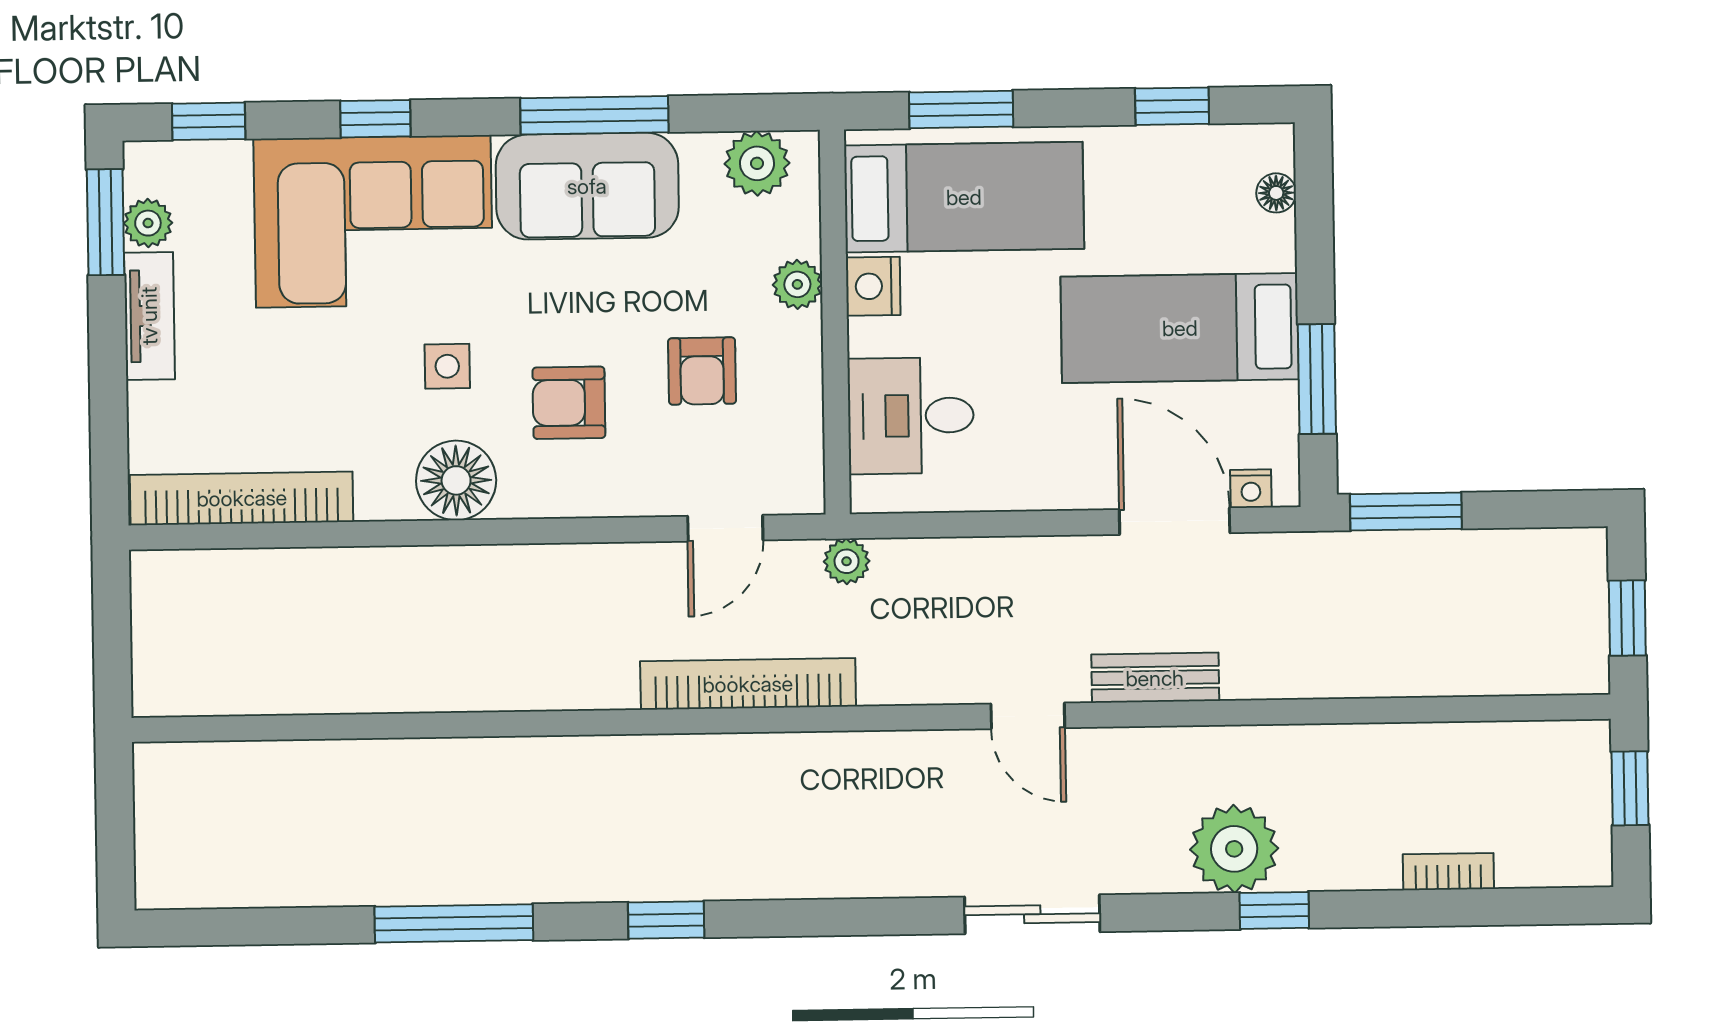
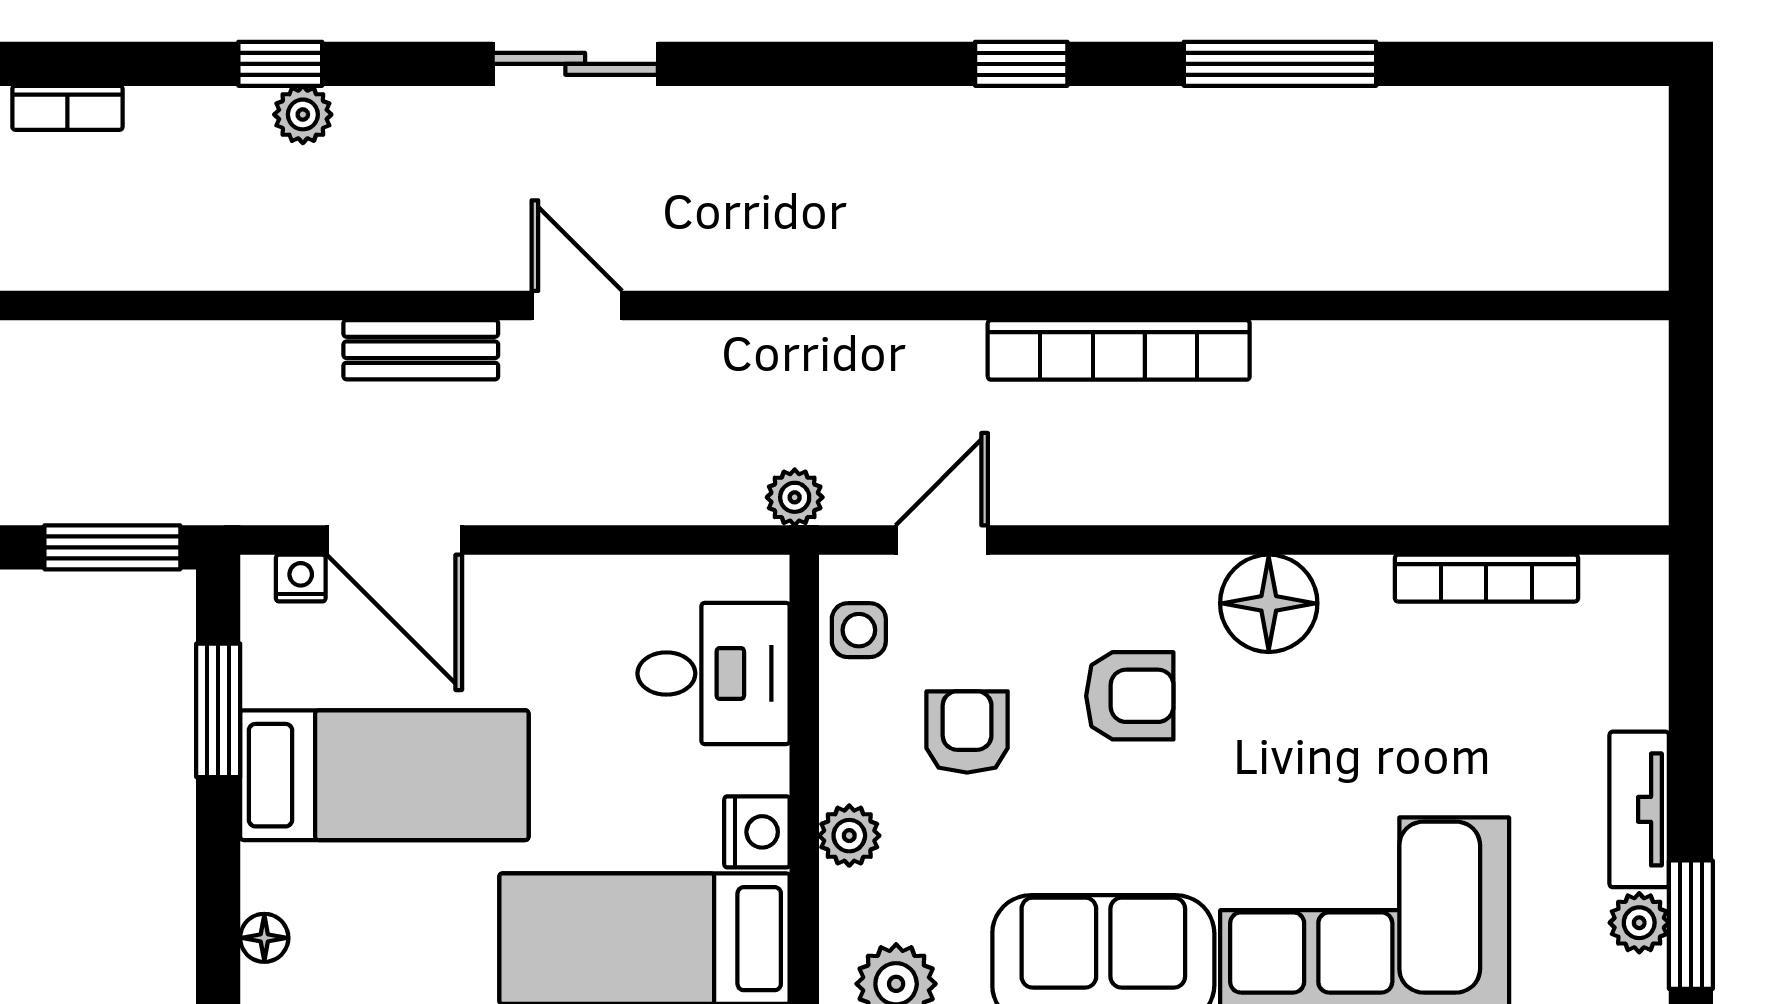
side table: (447, 366) -> (859, 630), moved
bookcase: (242, 498) -> (1486, 578), width x0.68, depth x0.76
bookcase: (748, 684) -> (1119, 350), moved
plant: (1234, 849) -> (303, 114), width x0.53, depth x0.53

